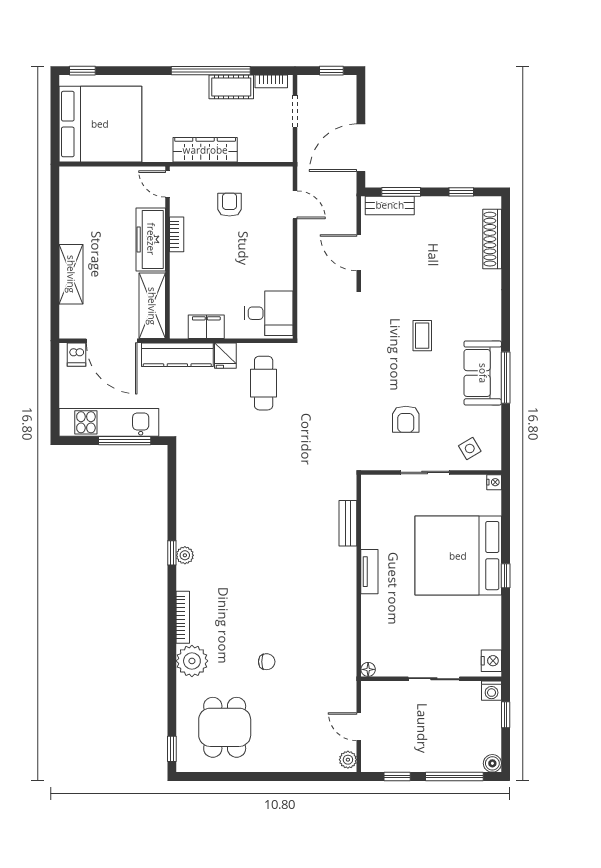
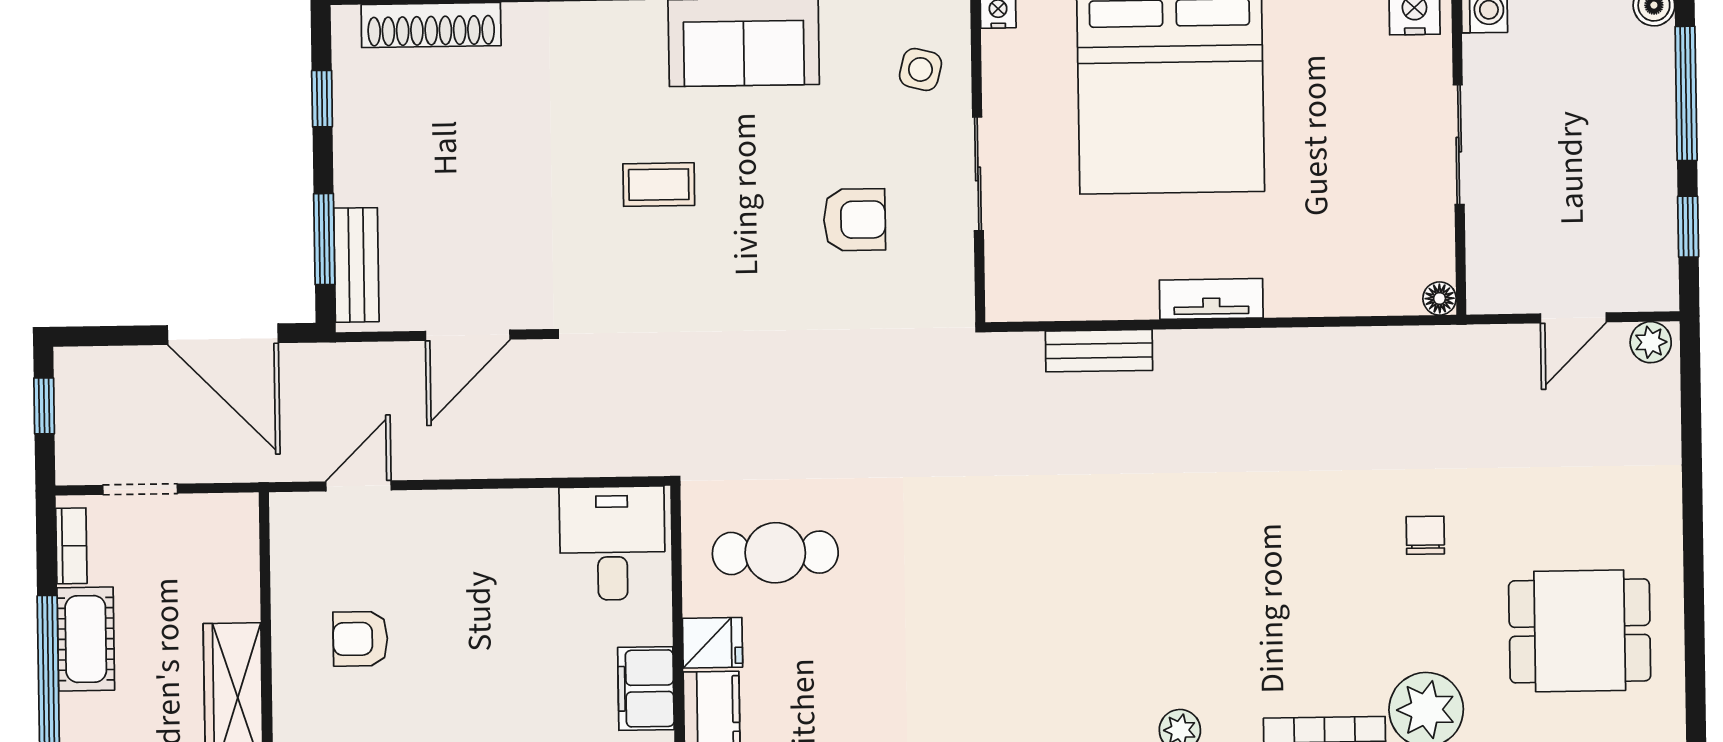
side table: (470, 449) -> (920, 69), turned 45

